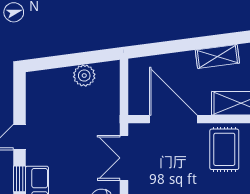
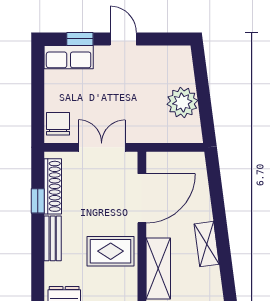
plant: (84, 76) -> (182, 102), width x1.36, depth x1.36

